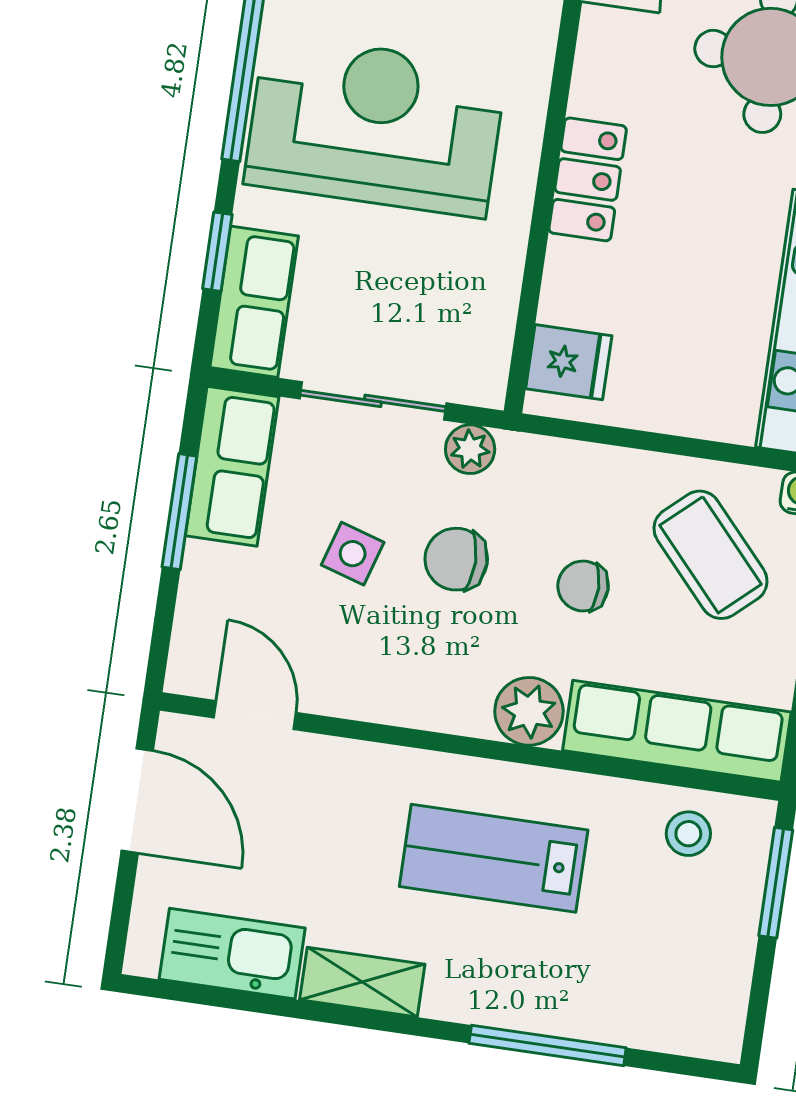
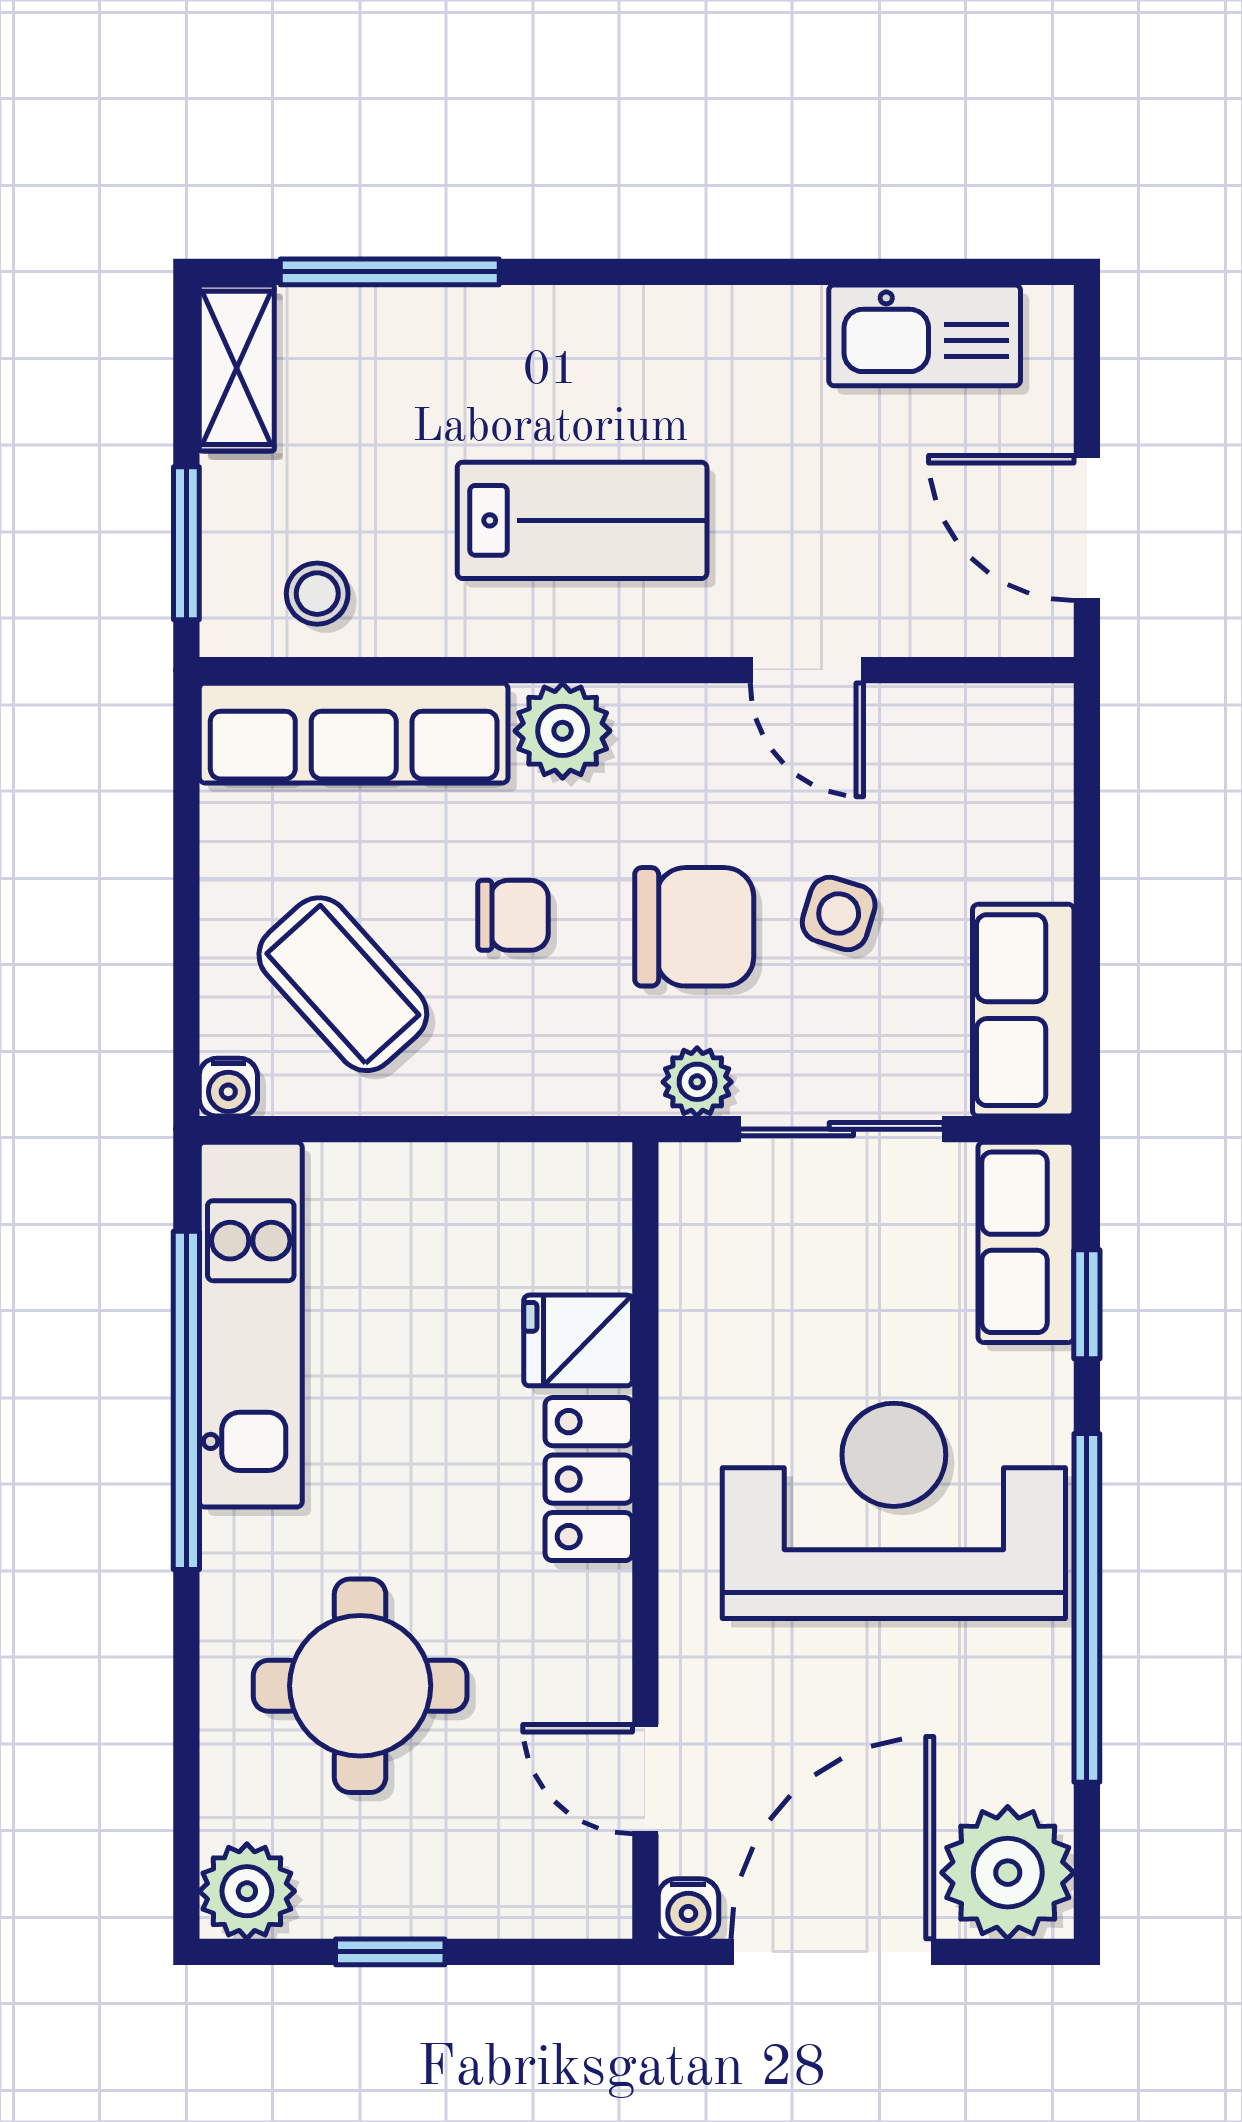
reception desk: (375, 126) -> (894, 1511), turned 180
fridge: (569, 362) -> (578, 1340), moved
window: (179, 512) -> (1087, 937), removed
chair: (456, 559) -> (694, 927), width x1.37, depth x1.37
door: (255, 715) -> (807, 670), moved
shelving: (362, 982) -> (237, 368), moved, turned 90
window: (548, 1046) -> (390, 272), moved

